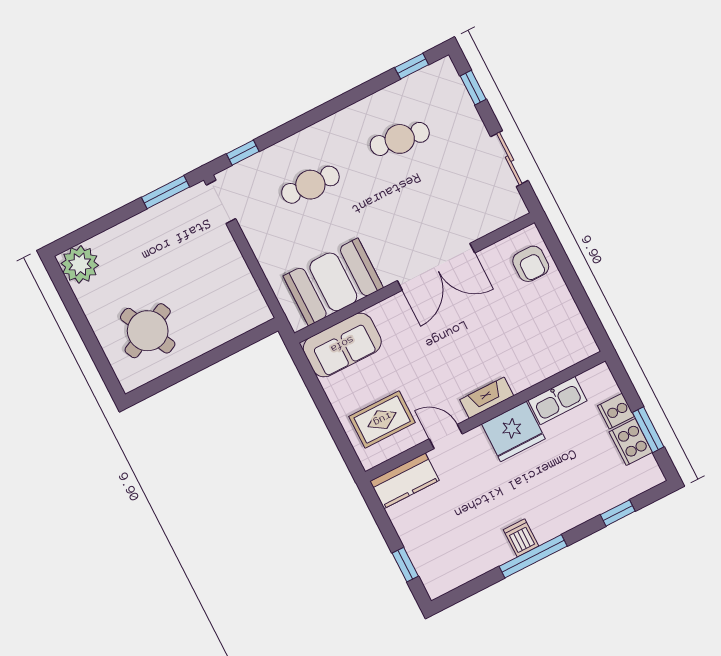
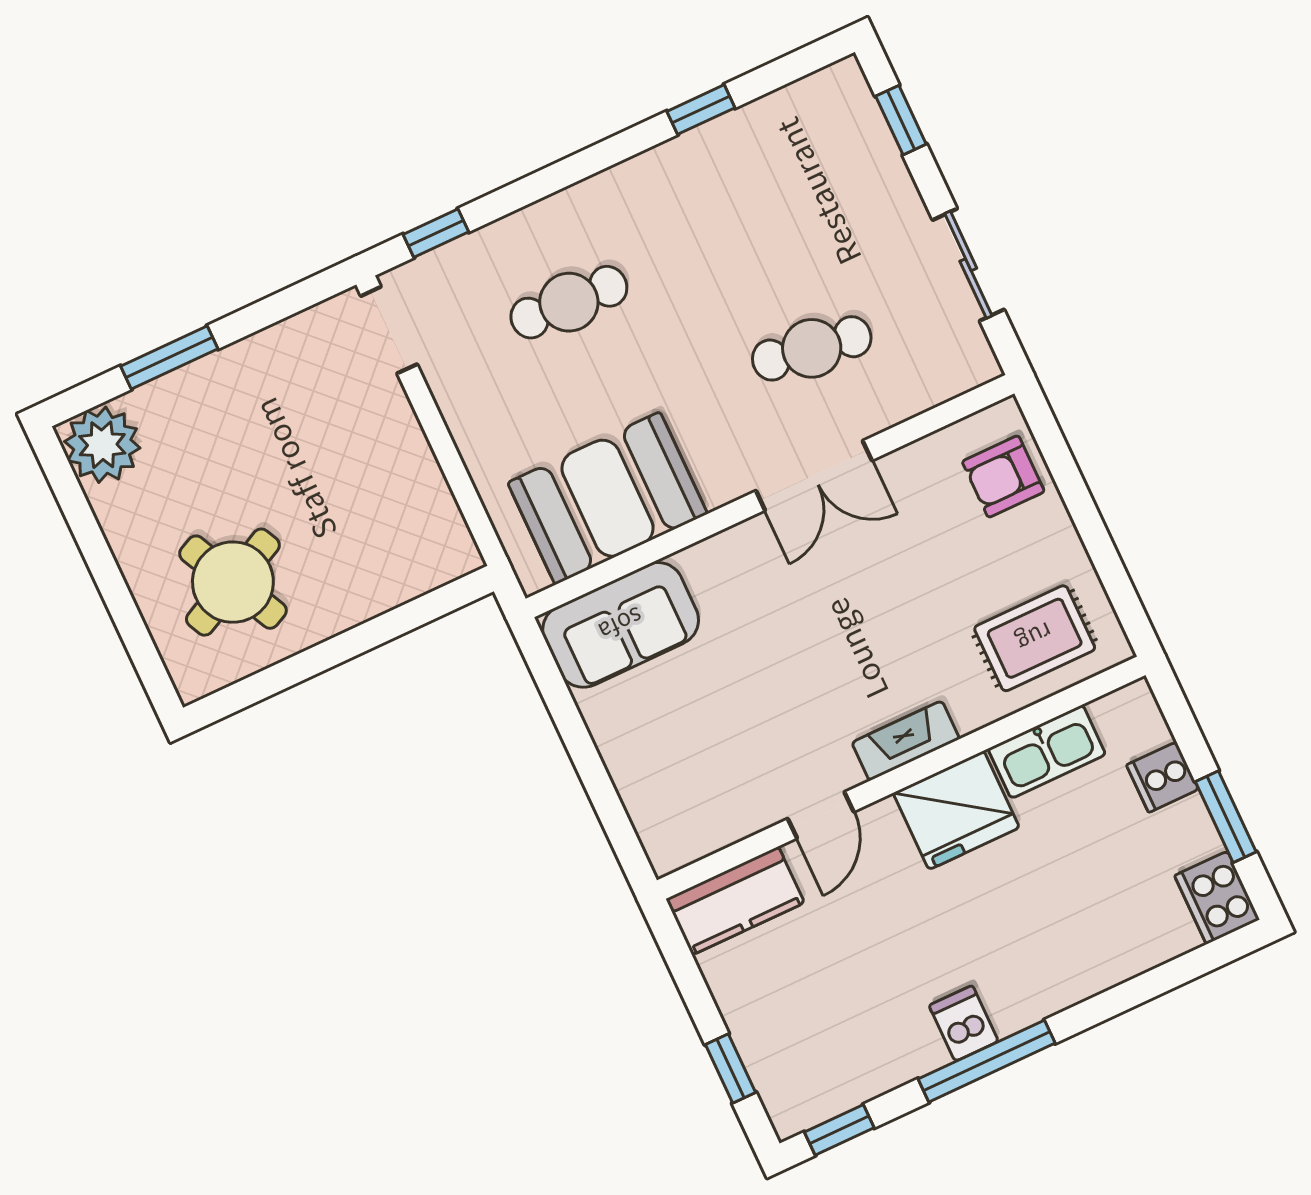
window: (412, 66) -> (701, 110), moved
cafe table: (400, 139) -> (812, 348), moved
window: (166, 192) -> (169, 358), moved
armchair: (531, 264) -> (1003, 476), turned 90
double door: (436, 267) -> (814, 476), width x0.73
rug: (382, 420) -> (1035, 638), moved
door: (446, 436) -> (821, 815), swing flipped
cooker: (631, 442) -> (1217, 898), moved
window: (618, 513) -> (839, 1130), moved

